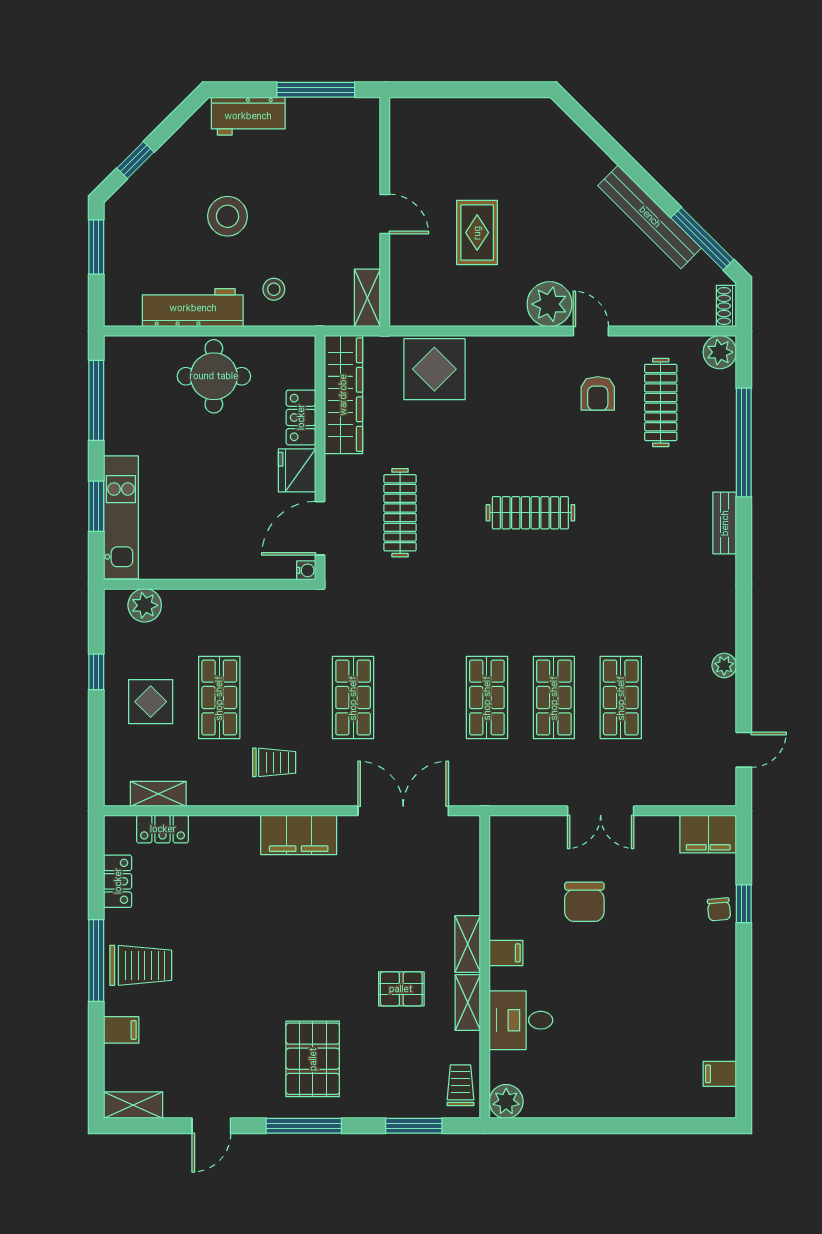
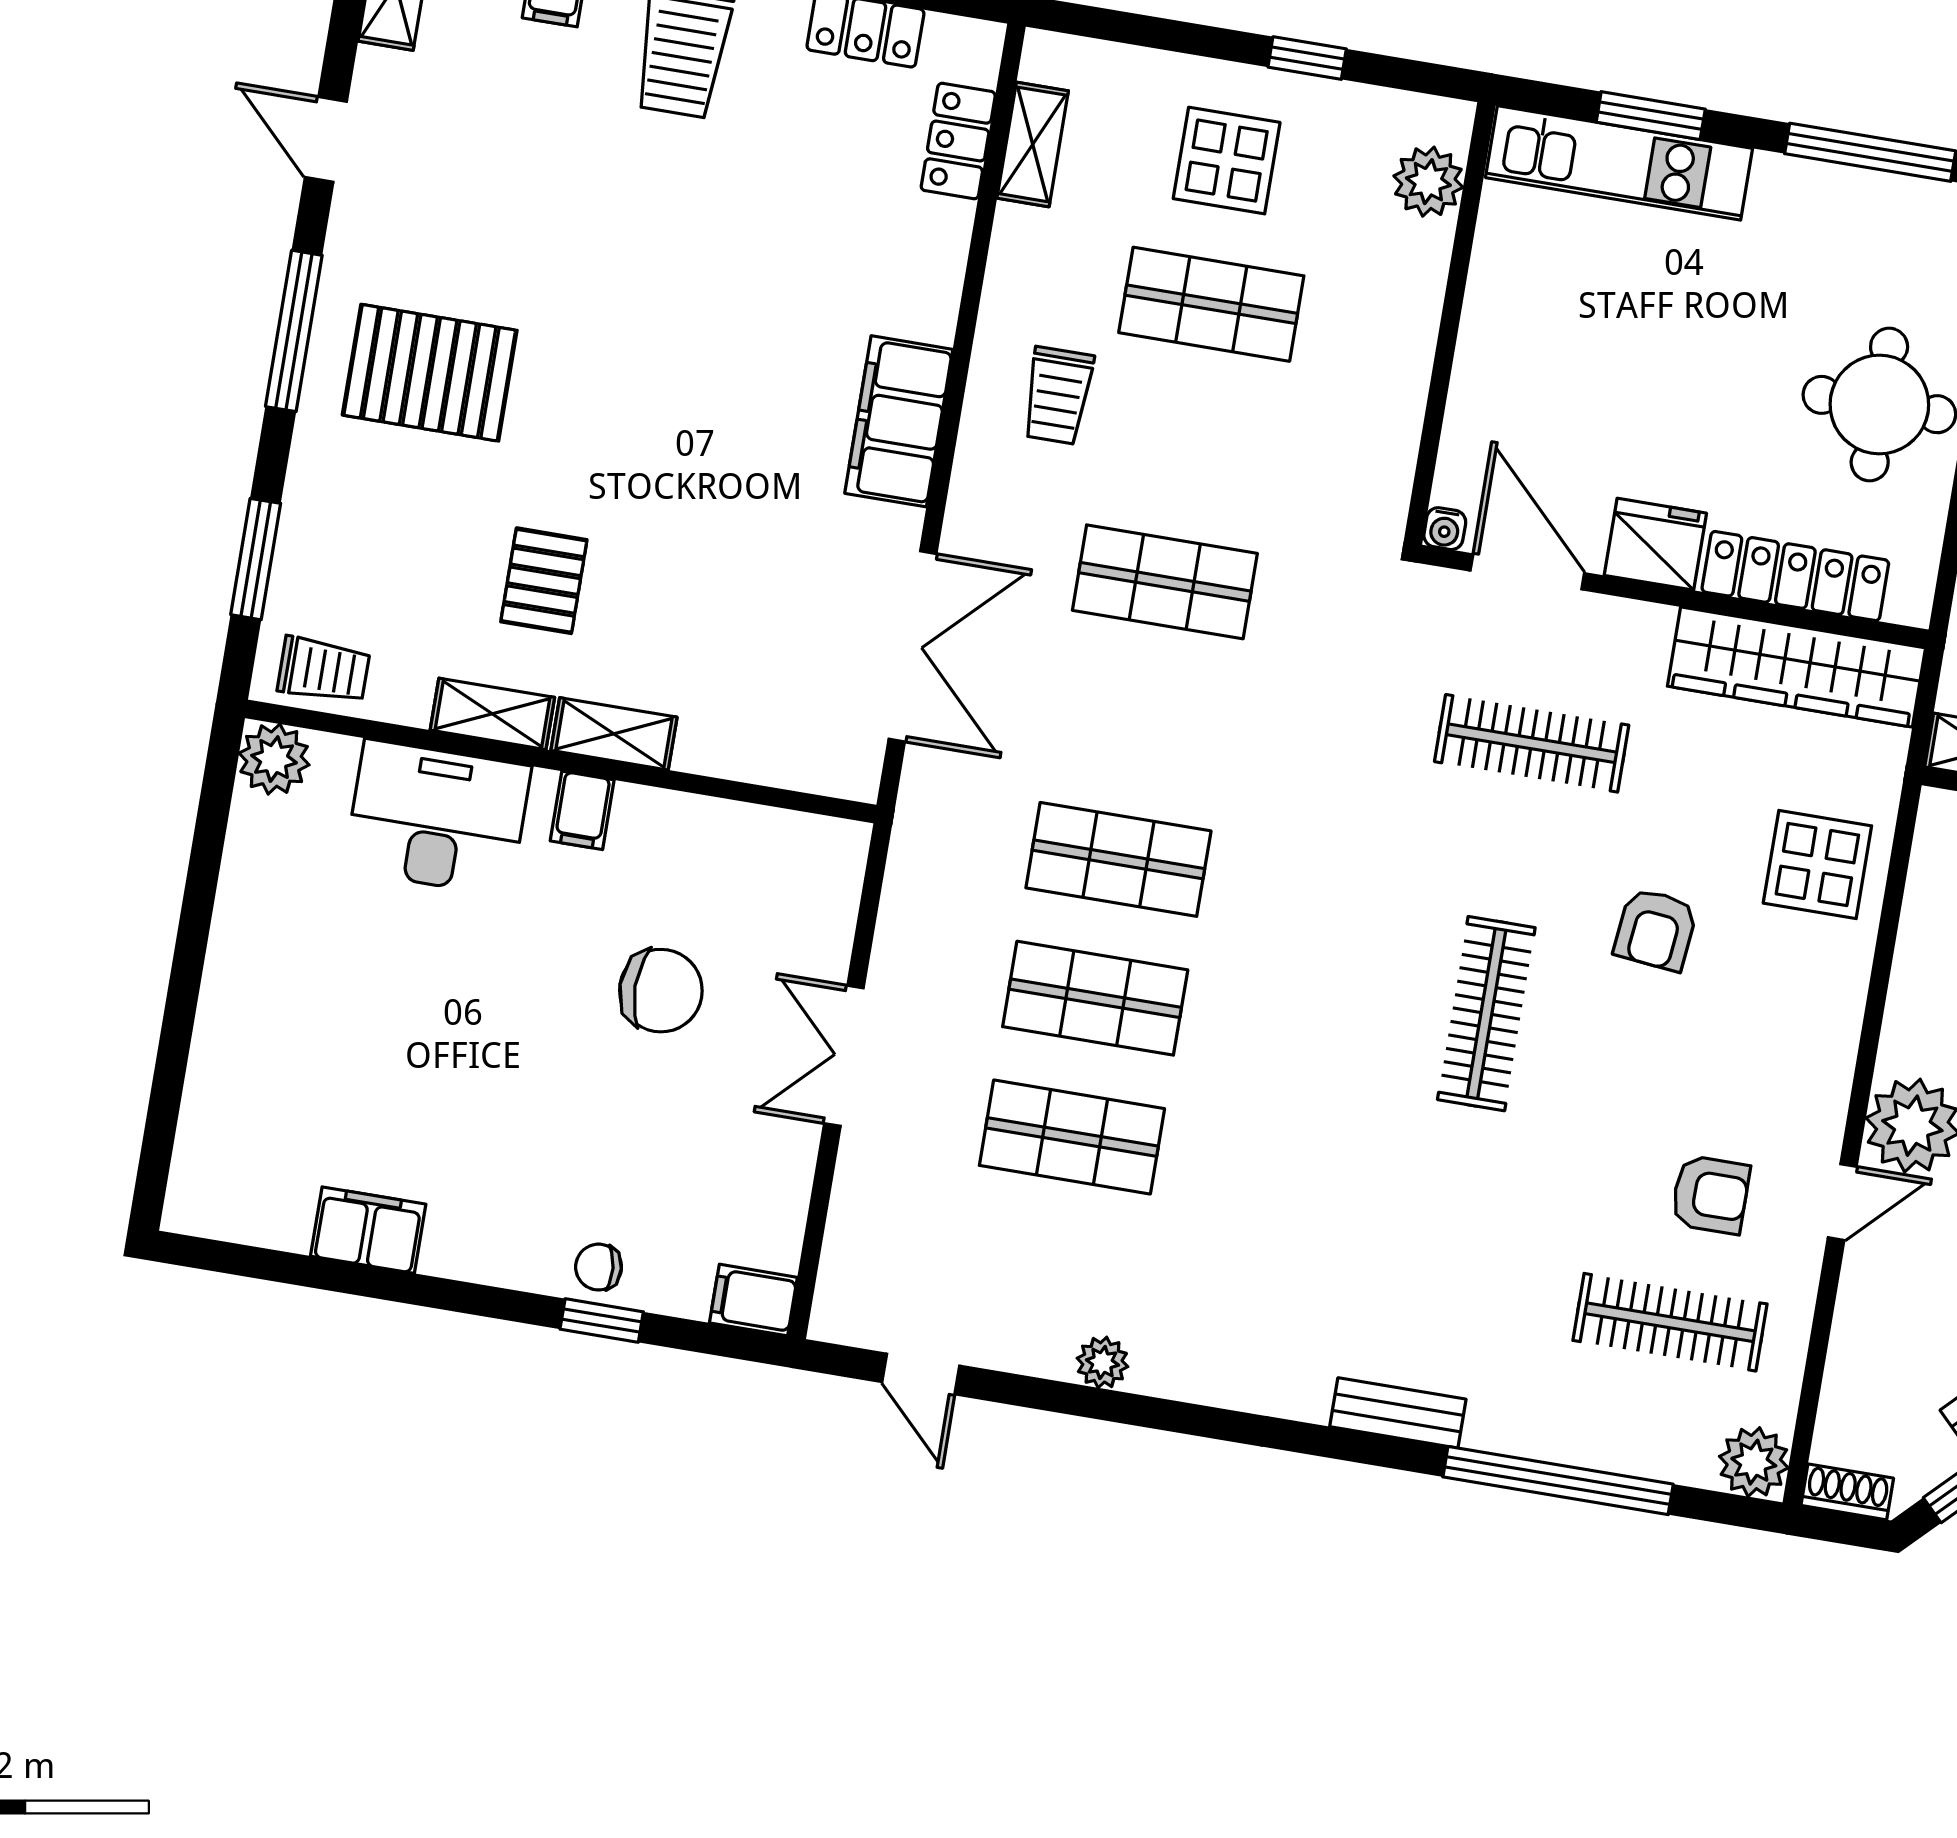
display table: (434, 369) -> (1817, 865), width x0.73, depth x0.73
armchair: (598, 393) -> (1710, 1195), turned 180
locker: (301, 417) -> (1795, 576), width x1.53
armchair: (478, 440) -> (1656, 929), added
filing cabinet: (708, 834) -> (753, 1300), width x0.50
chair: (584, 902) -> (661, 991), turned 180
desk: (521, 1020) -> (437, 818), width x1.37
filing cabinet: (720, 1074) -> (368, 1230), moved, width x2.00

